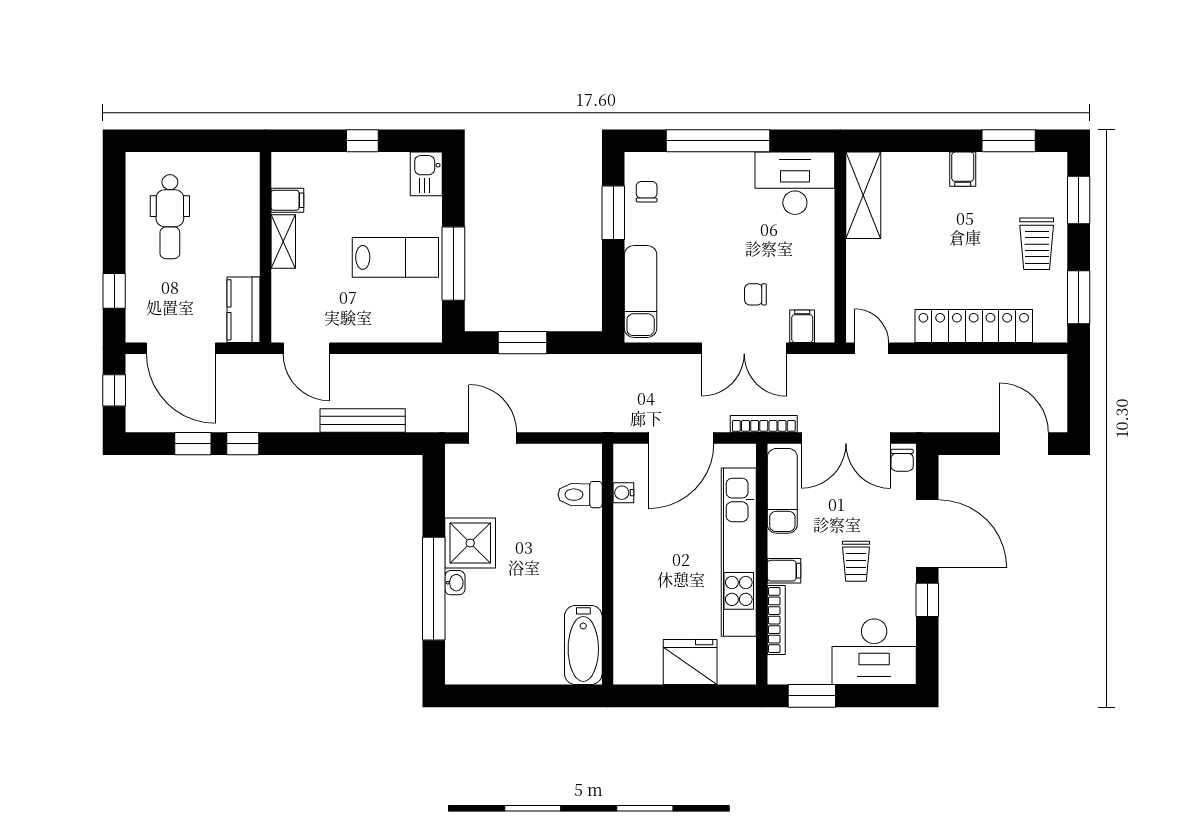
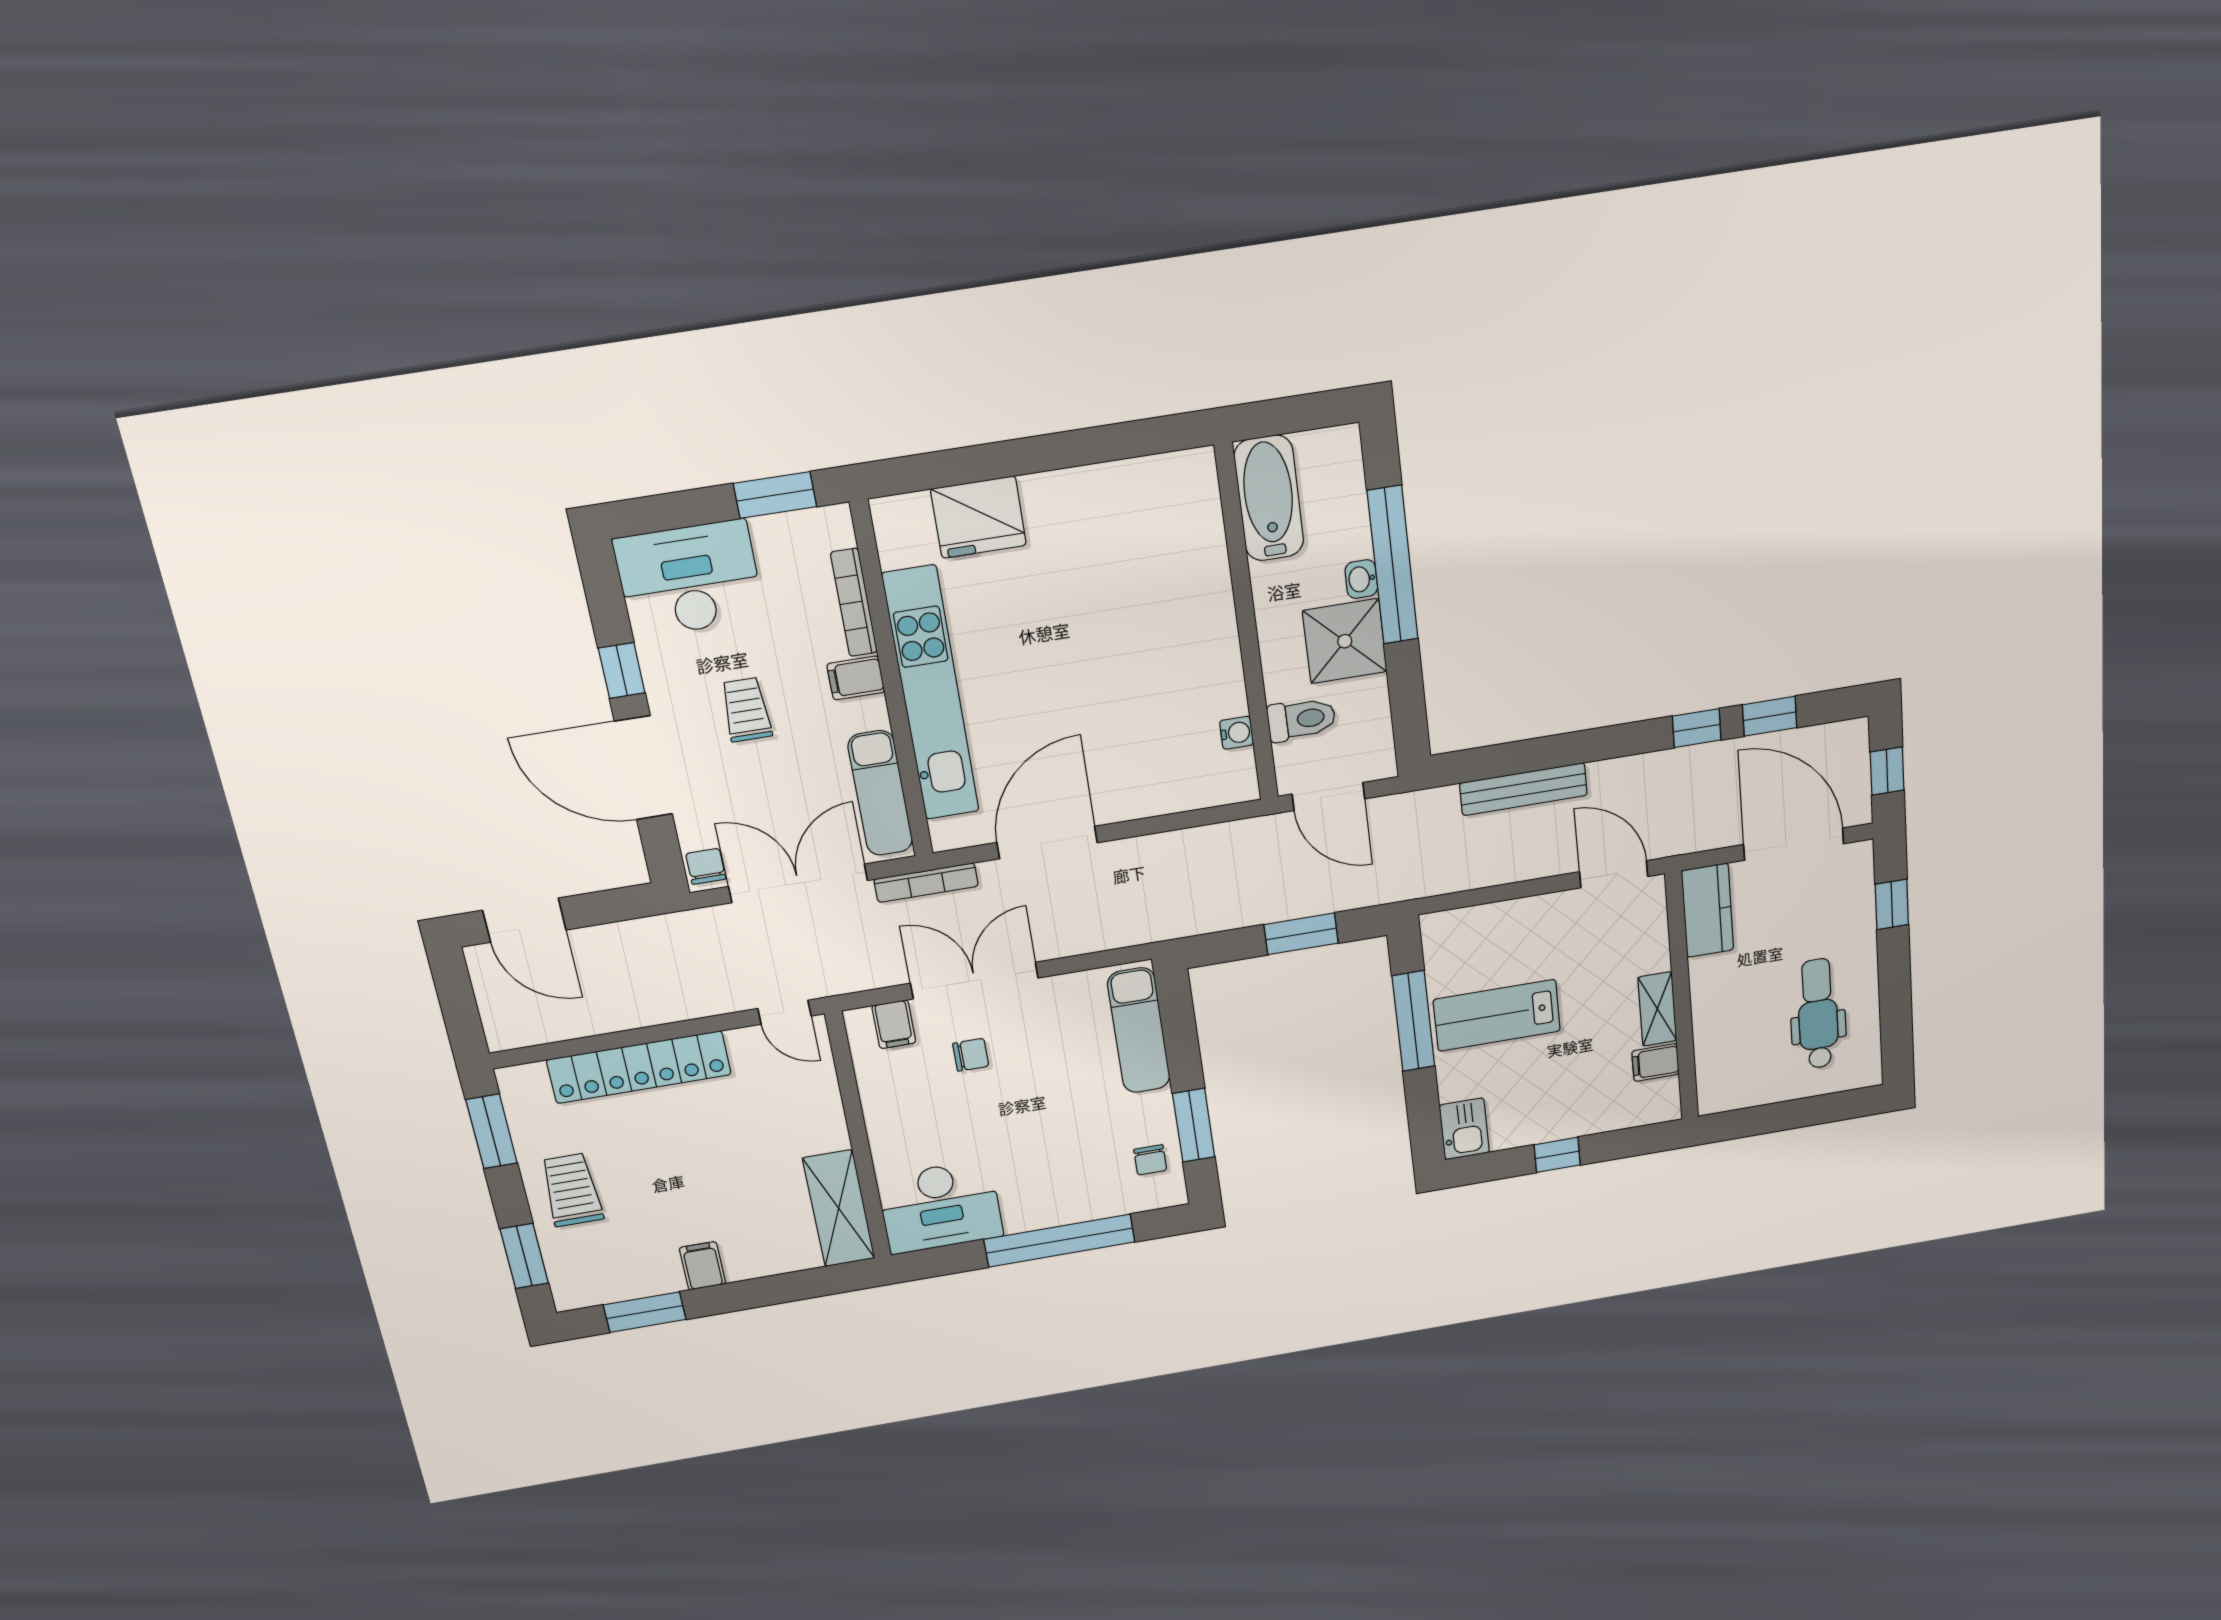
water cooler: (623, 493) -> (1237, 733), moved
toilet: (580, 495) -> (1301, 719), moved
wall: (608, 564) -> (1247, 625), moved
bathtub: (583, 645) -> (1269, 498), moved

